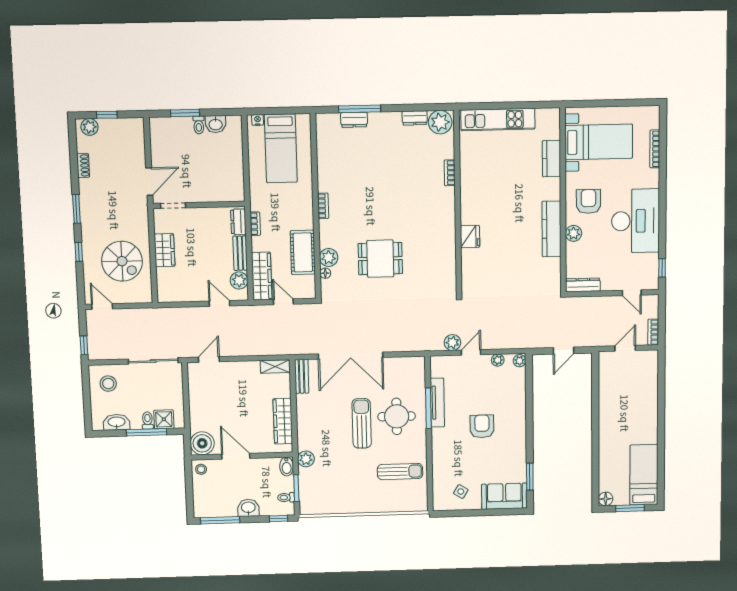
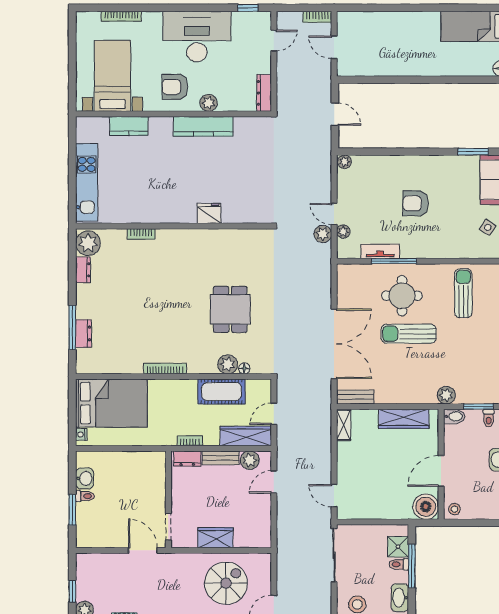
bed: (281, 148) -> (111, 403), width x1.50
bookcase: (323, 206) -> (165, 369), width x1.56
plant: (498, 360) -> (343, 232), moved
tv unit: (437, 403) -> (380, 251), width x0.71

